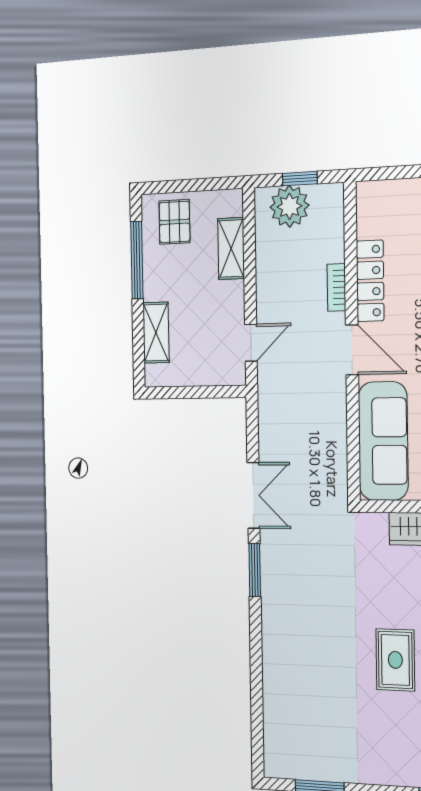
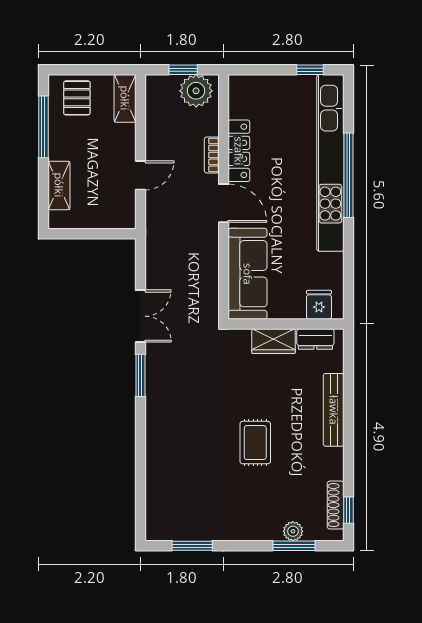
plant: (289, 206) -> (196, 91), moved
shelving: (231, 249) -> (125, 98), moved
door: (251, 343) -> (140, 175), moved

